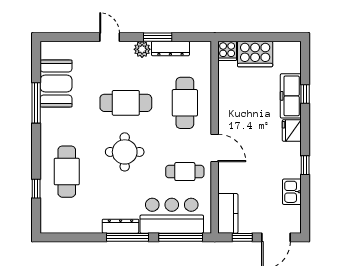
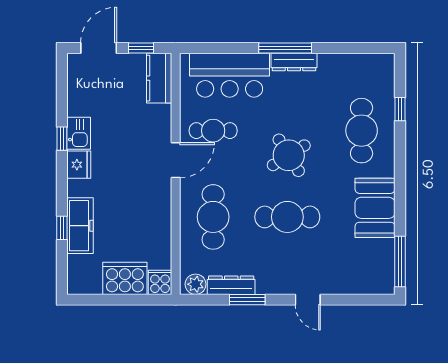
plant: (142, 49) -> (196, 284), moved
booth: (56, 84) -> (375, 208), moved
window: (36, 103) -> (400, 261), moved
fridge: (292, 130) -> (79, 165), moved
door: (215, 148) -> (176, 160), swing flipped
round table: (125, 152) -> (289, 155), turned -32
kitchen sink: (292, 192) -> (79, 133), moved
window: (181, 237) -> (219, 48), removed

